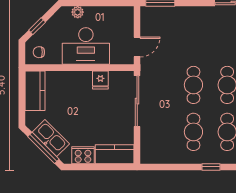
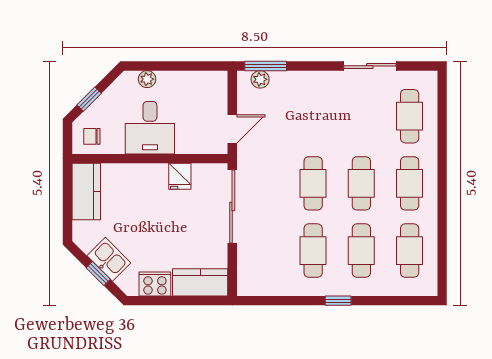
plant: (156, 12) -> (260, 79), added
desk: (86, 46) -> (150, 128), width x0.73
kitchen sink: (51, 138) -> (109, 259), width x0.73
window: (43, 148) -> (98, 274), width x0.46

